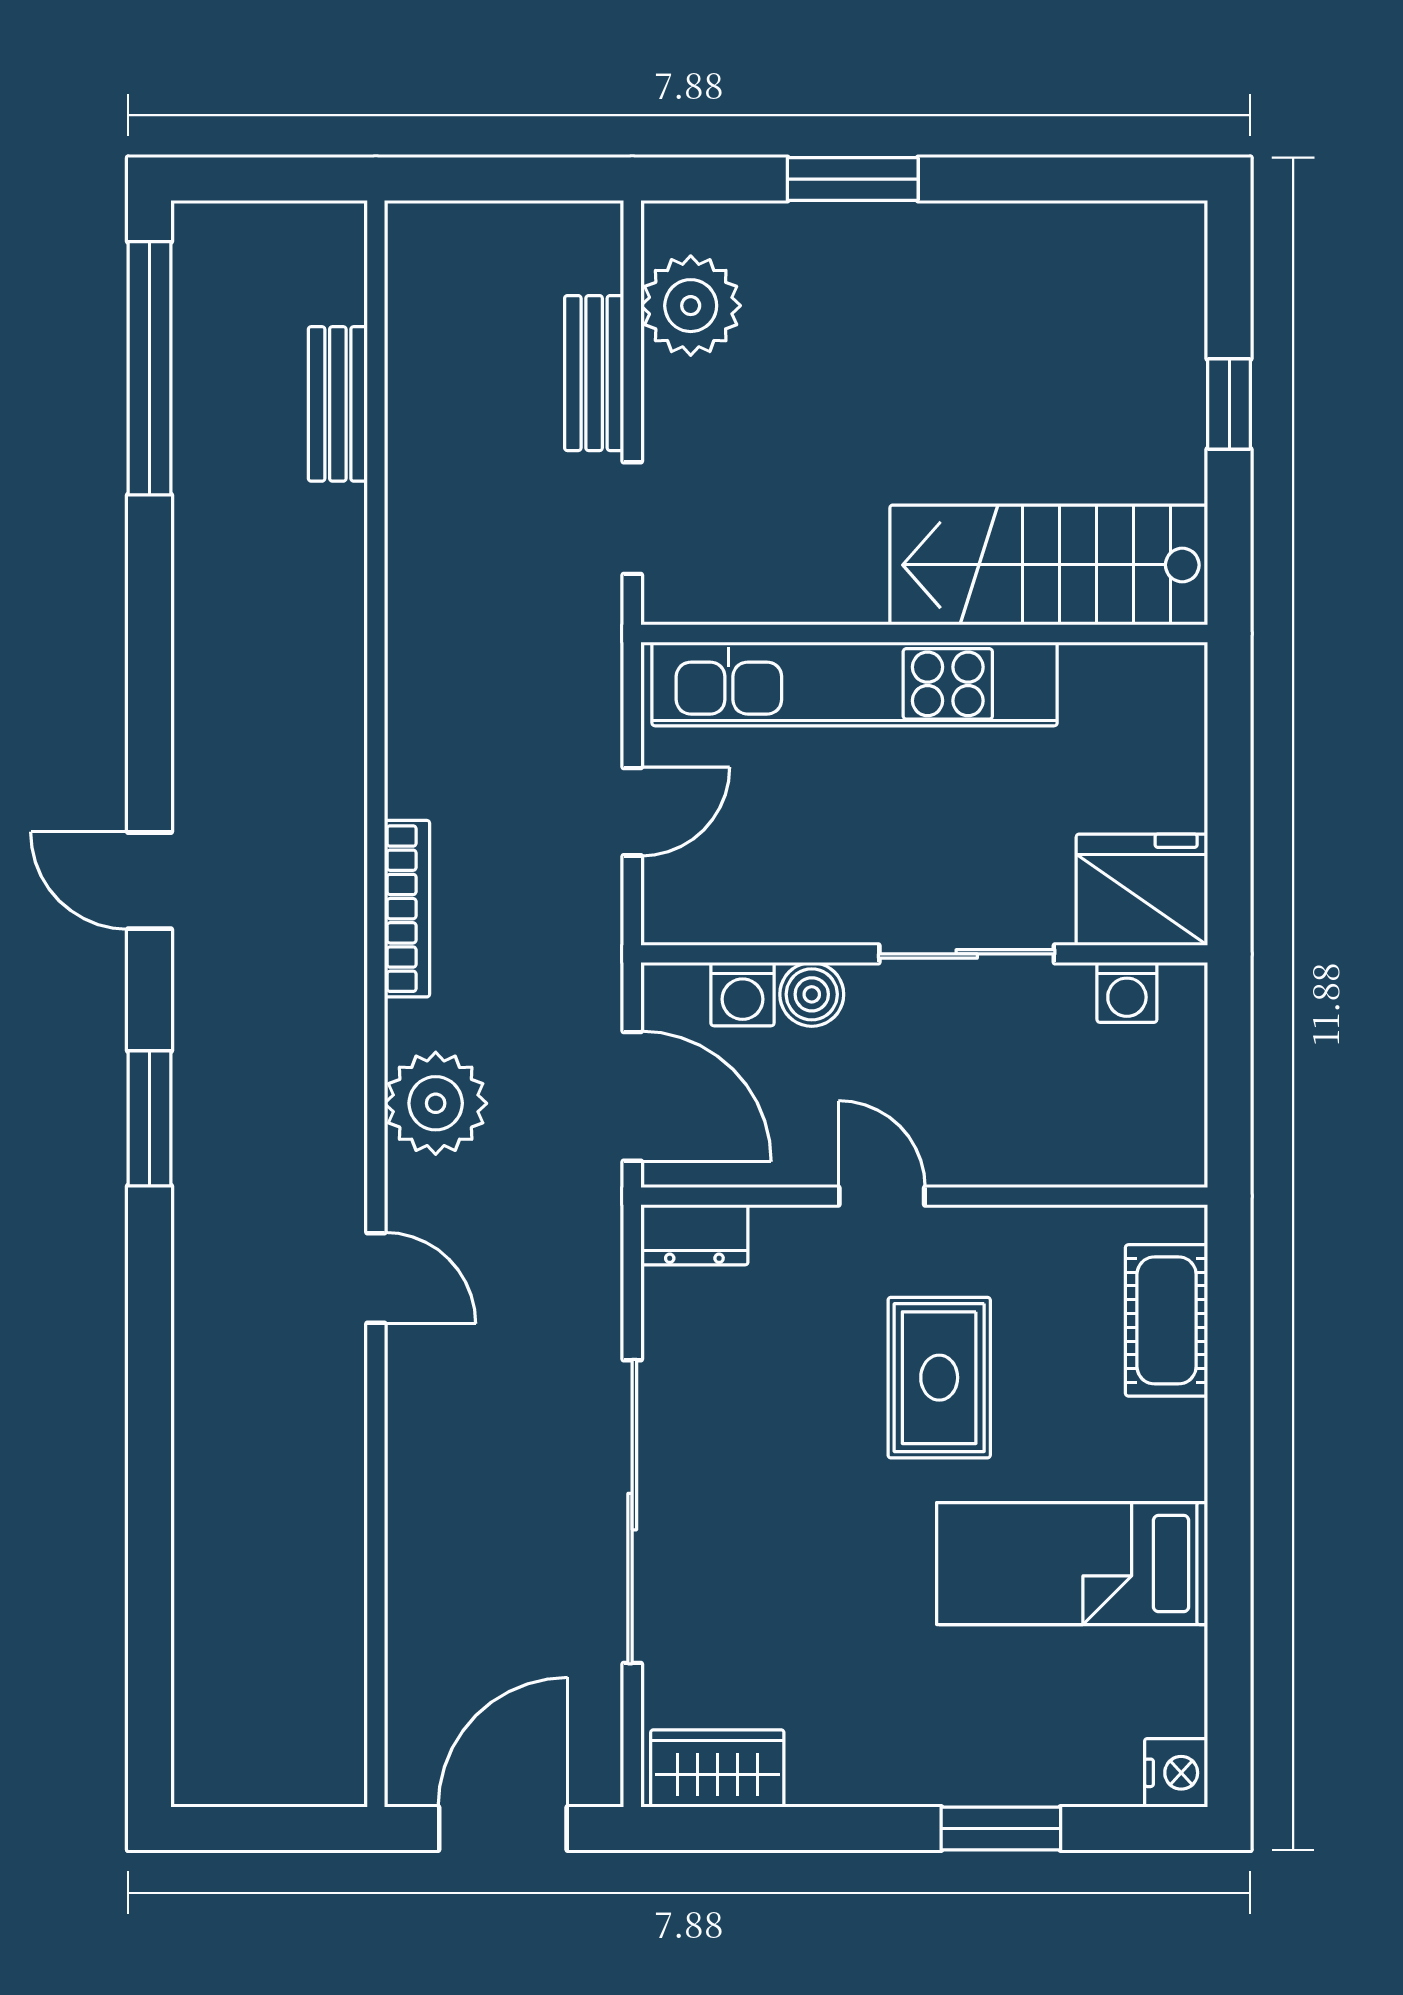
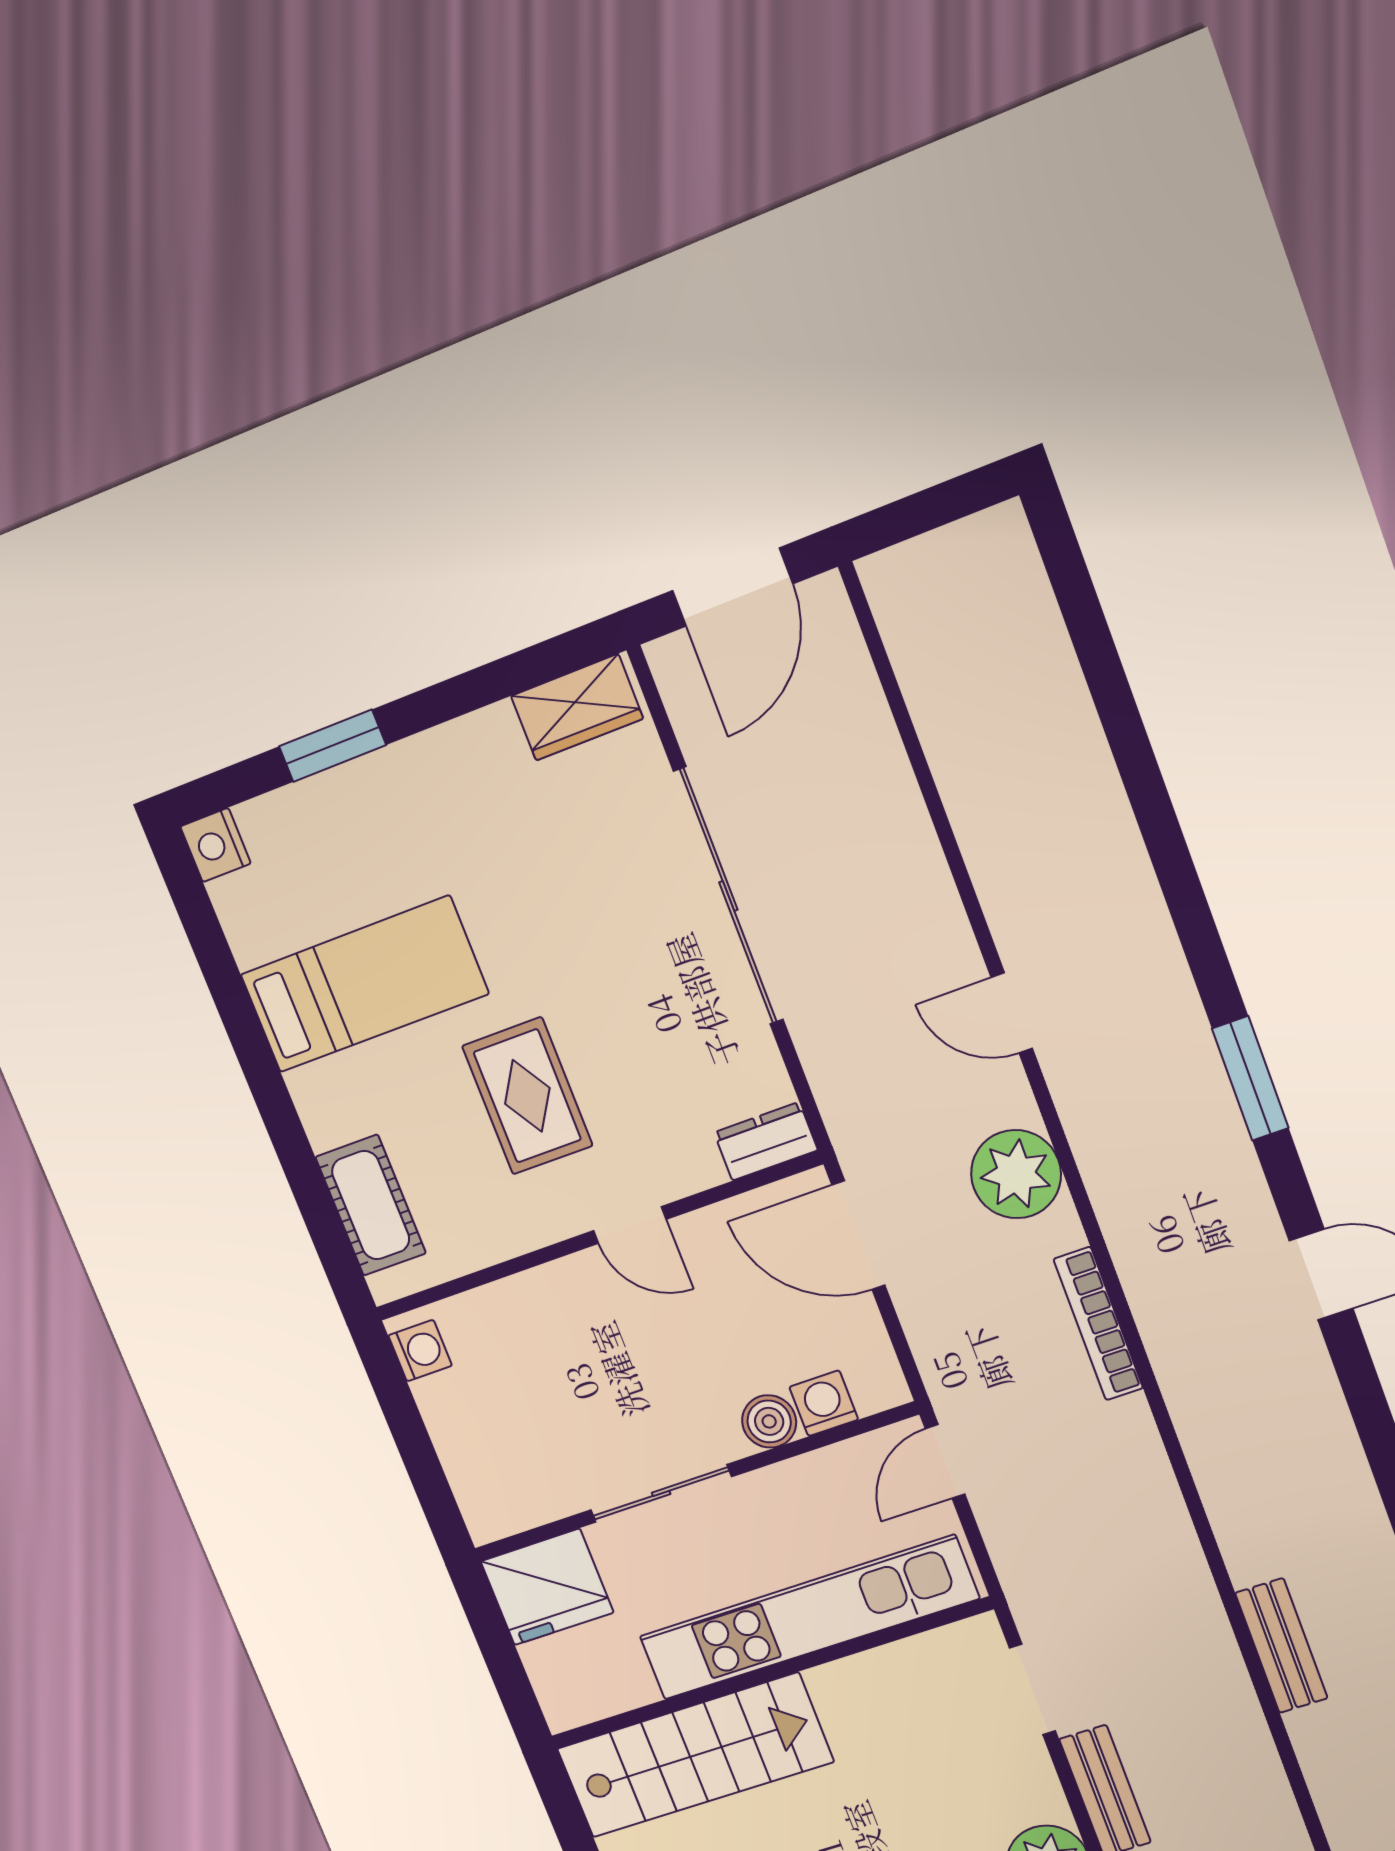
bench: (338, 404) -> (1281, 1646), moved
fridge: (1142, 890) -> (547, 1587), moved
wall: (924, 954) -> (694, 1482), moved
sliding door: (967, 954) -> (661, 1493), moved
washing machine: (1127, 992) -> (420, 1351), moved, turned 90
washing machine: (742, 994) -> (824, 1403), moved
boiler: (812, 994) -> (769, 1421), moved

